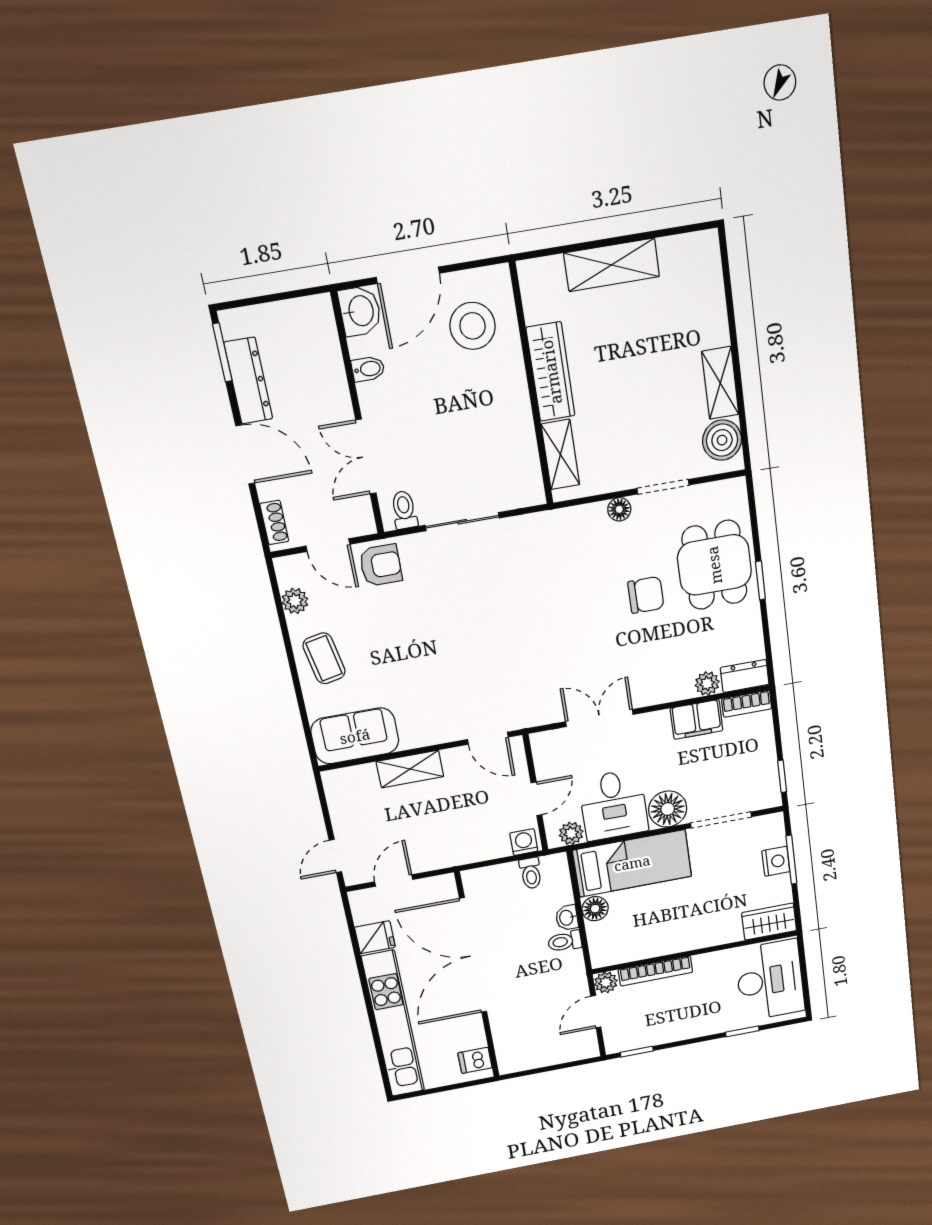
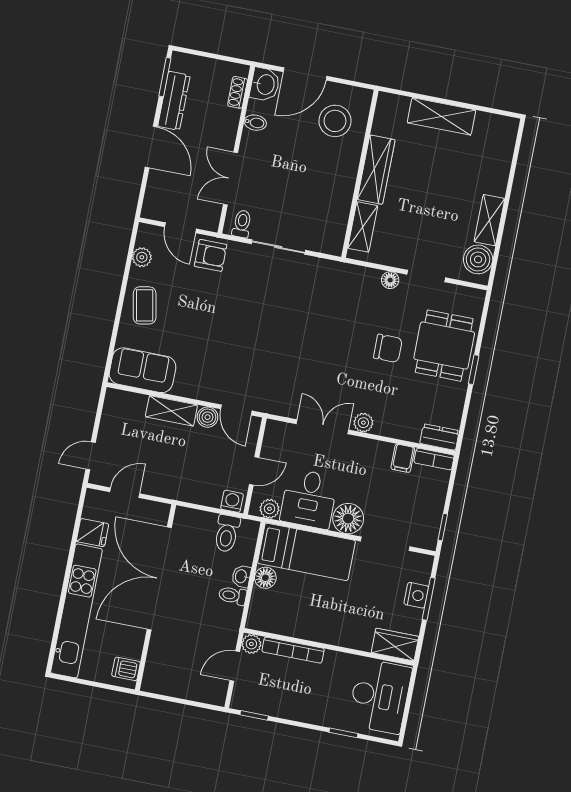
shoe rack: (274, 522) -> (238, 92), moved, turned 180
plant: (707, 683) -> (363, 423), moved
filing cabinet: (697, 719) -> (403, 458), width x0.50
boiler: (456, 760) -> (207, 417), added
toilet: (531, 873) -> (227, 533), width x1.37, depth x1.39

